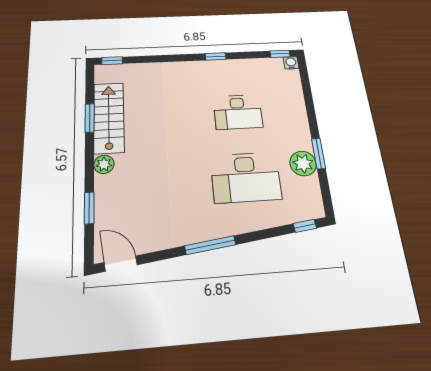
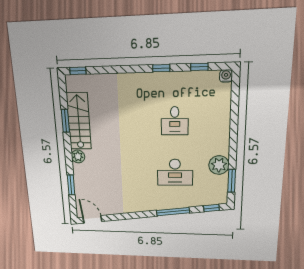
window: (280, 54) -> (199, 67), moved
desk: (238, 112) -> (175, 121), width x0.73
window: (319, 154) -> (232, 181), moved
desk: (246, 177) -> (175, 172), width x0.73, depth x0.77
window: (210, 245) -> (173, 212), moved

